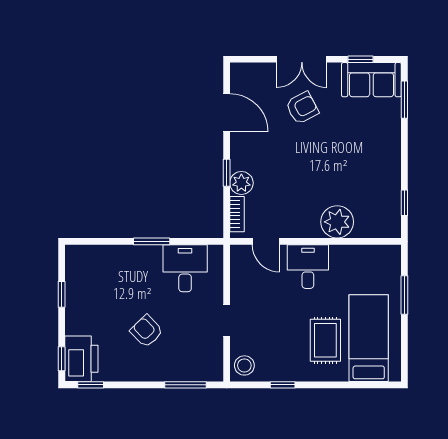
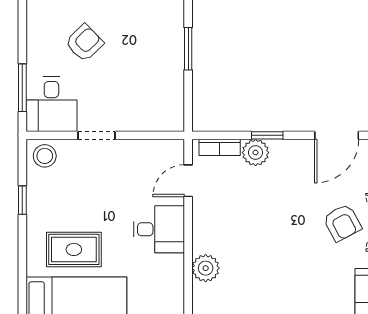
plant: (337, 222) -> (206, 268), width x0.73, depth x0.73
desk: (185, 268) -> (51, 104), moved, turned 90

